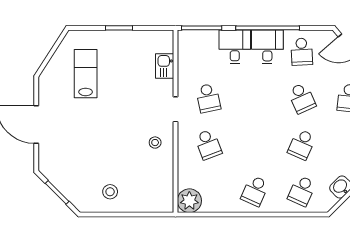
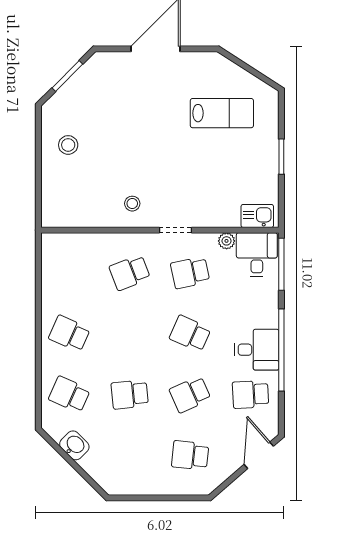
desk: (235, 47) -> (257, 255), moved, turned -90
kitchen sink: (165, 66) -> (257, 216), moved
school desk: (255, 98) -> (190, 334), added
school desk: (302, 144) -> (130, 394), turned -30
plant: (189, 201) -> (227, 241), moved, width x0.53, depth x0.53

